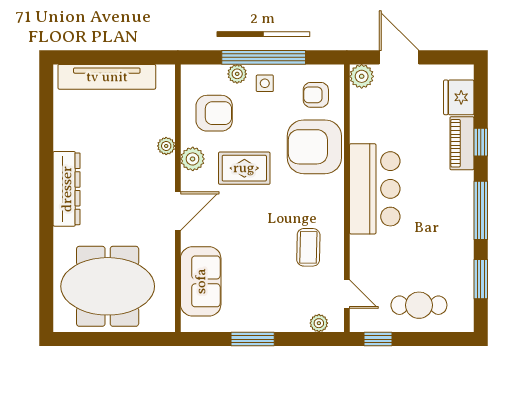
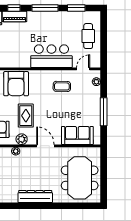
bar counter: (375, 189) -> (51, 56), moved
window: (253, 339) -> (104, 112), width x1.44
window: (378, 339) -> (104, 55), removed

